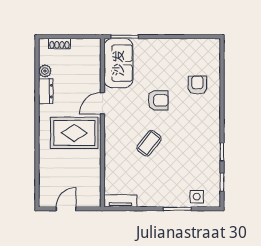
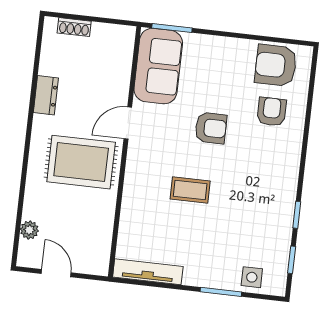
armchair: (197, 54) -> (276, 65), added
plant: (45, 71) -> (29, 230), moved
coffee table: (149, 143) -> (190, 190), turned 52
tv unit: (120, 201) -> (148, 272), width x1.41
door: (66, 209) -> (56, 273), hinge flipped

